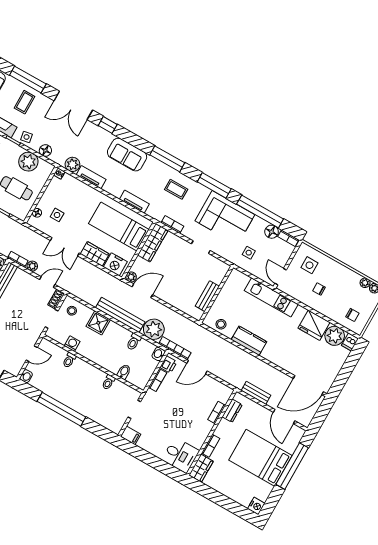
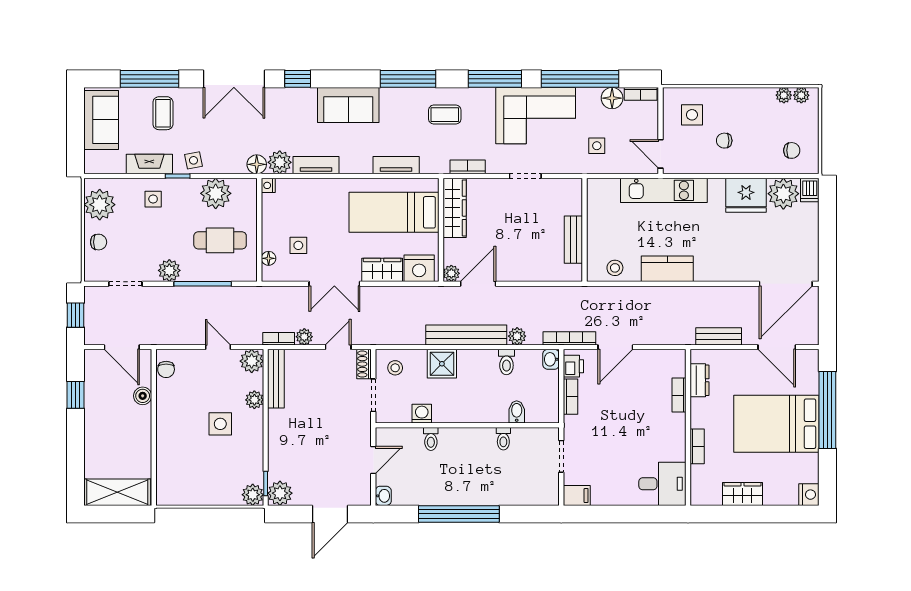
floor lamp: (45, 151) -> (257, 164), moved
plant: (154, 329) -> (517, 336), width x0.53, depth x0.53
wardrobe: (201, 468) -> (743, 494), moved, turned -90

